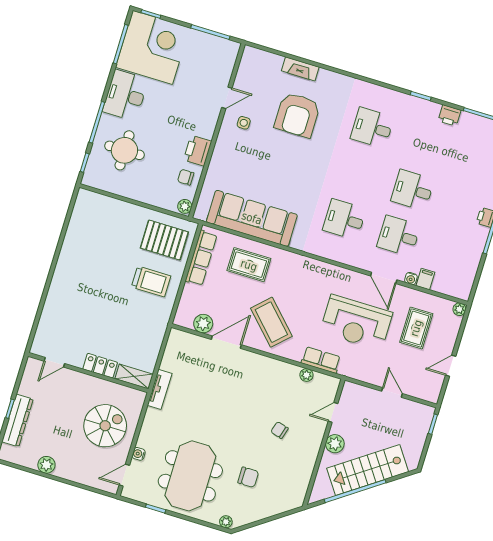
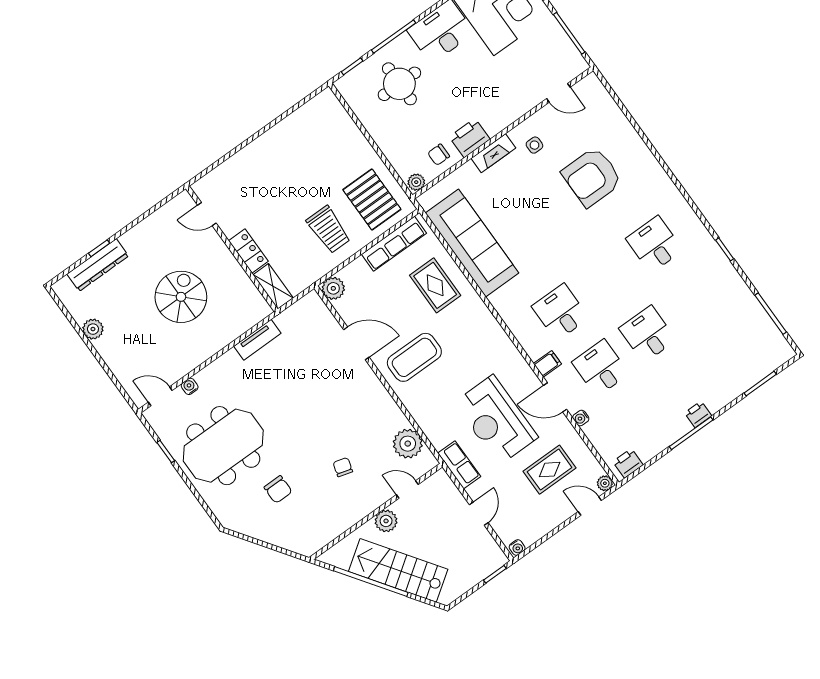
fireplace: (300, 69) -> (493, 153), moved, turned -90
door: (227, 98) -> (558, 93), moved
printer: (450, 116) -> (628, 463), moved, turned 90
chair: (186, 177) -> (439, 155), turned -90
door: (384, 278) -> (555, 397), hinge flipped
filing cabinet: (425, 279) -> (547, 364), moved
coffee table: (271, 322) -> (414, 357), turned 44
plant: (203, 324) -> (333, 288), moved
row of seats: (321, 360) -> (459, 465), moved
door: (54, 362) -> (207, 214), moved
locker: (100, 366) -> (248, 251), moved
door: (451, 366) -> (590, 506), moved
wall: (88, 373) -> (232, 249), moved
plant: (306, 375) -> (408, 444), width x1.87, depth x1.87
shelving: (134, 377) -> (273, 286), moved
water cooler: (434, 395) -> (517, 548), added
spiral stairs: (105, 426) -> (181, 297), moved, turned -90
plant: (226, 522) -> (224, 516), removed

